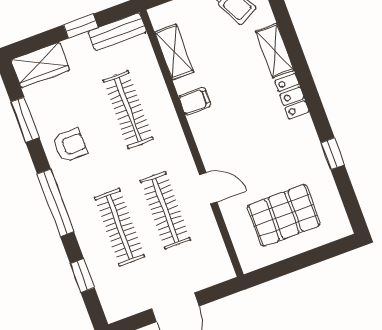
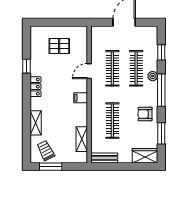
window: (81, 26) -> (120, 167), removed
locker: (292, 96) -> (35, 87), moved
filing cabinet: (195, 101) -> (81, 98), moved
door: (208, 188) -> (89, 71), hinge flipped
pallet: (284, 215) -> (59, 46), width x0.67, depth x0.71
plant: (82, 224) -> (153, 76), added

